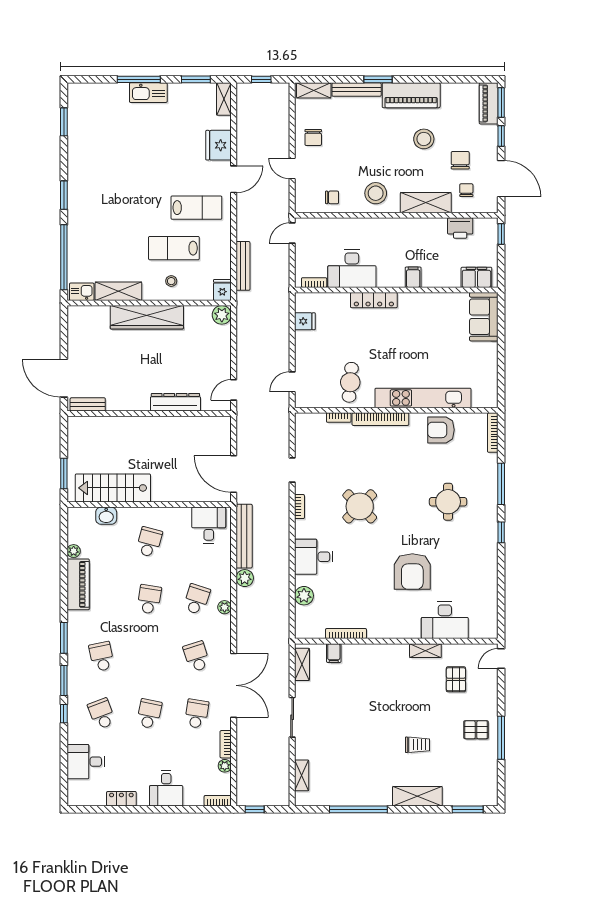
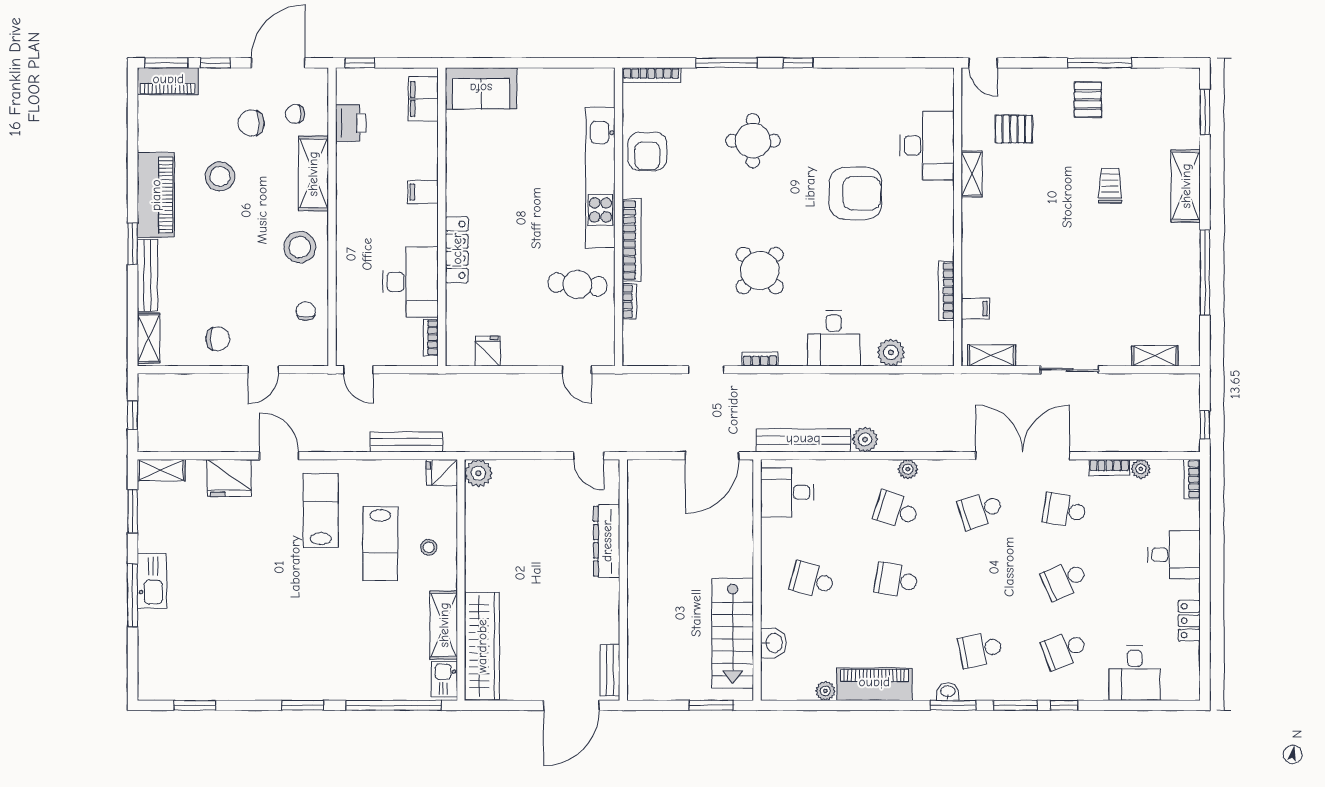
wardrobe: (147, 317) -> (482, 646), moved
washbasin: (73, 634) -> (948, 692), added
school desk: (149, 714) -> (1064, 580), turned -36

